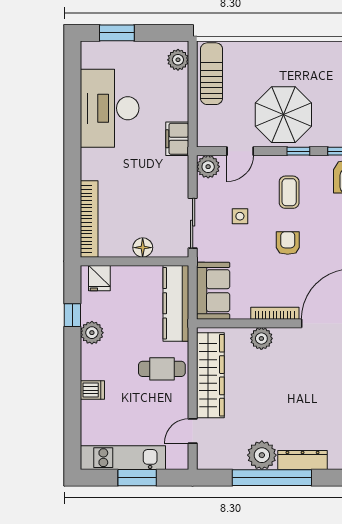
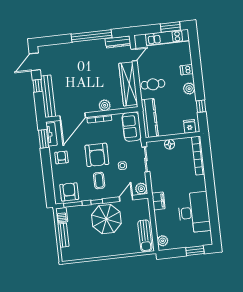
armchair: (288, 243) -> (97, 155), width x1.88, depth x1.88
plant: (92, 333) -> (189, 89), moved
plant: (262, 455) -> (98, 47), removed
dresser: (303, 460) -> (118, 42), moved
window: (137, 478) -> (170, 27), moved

